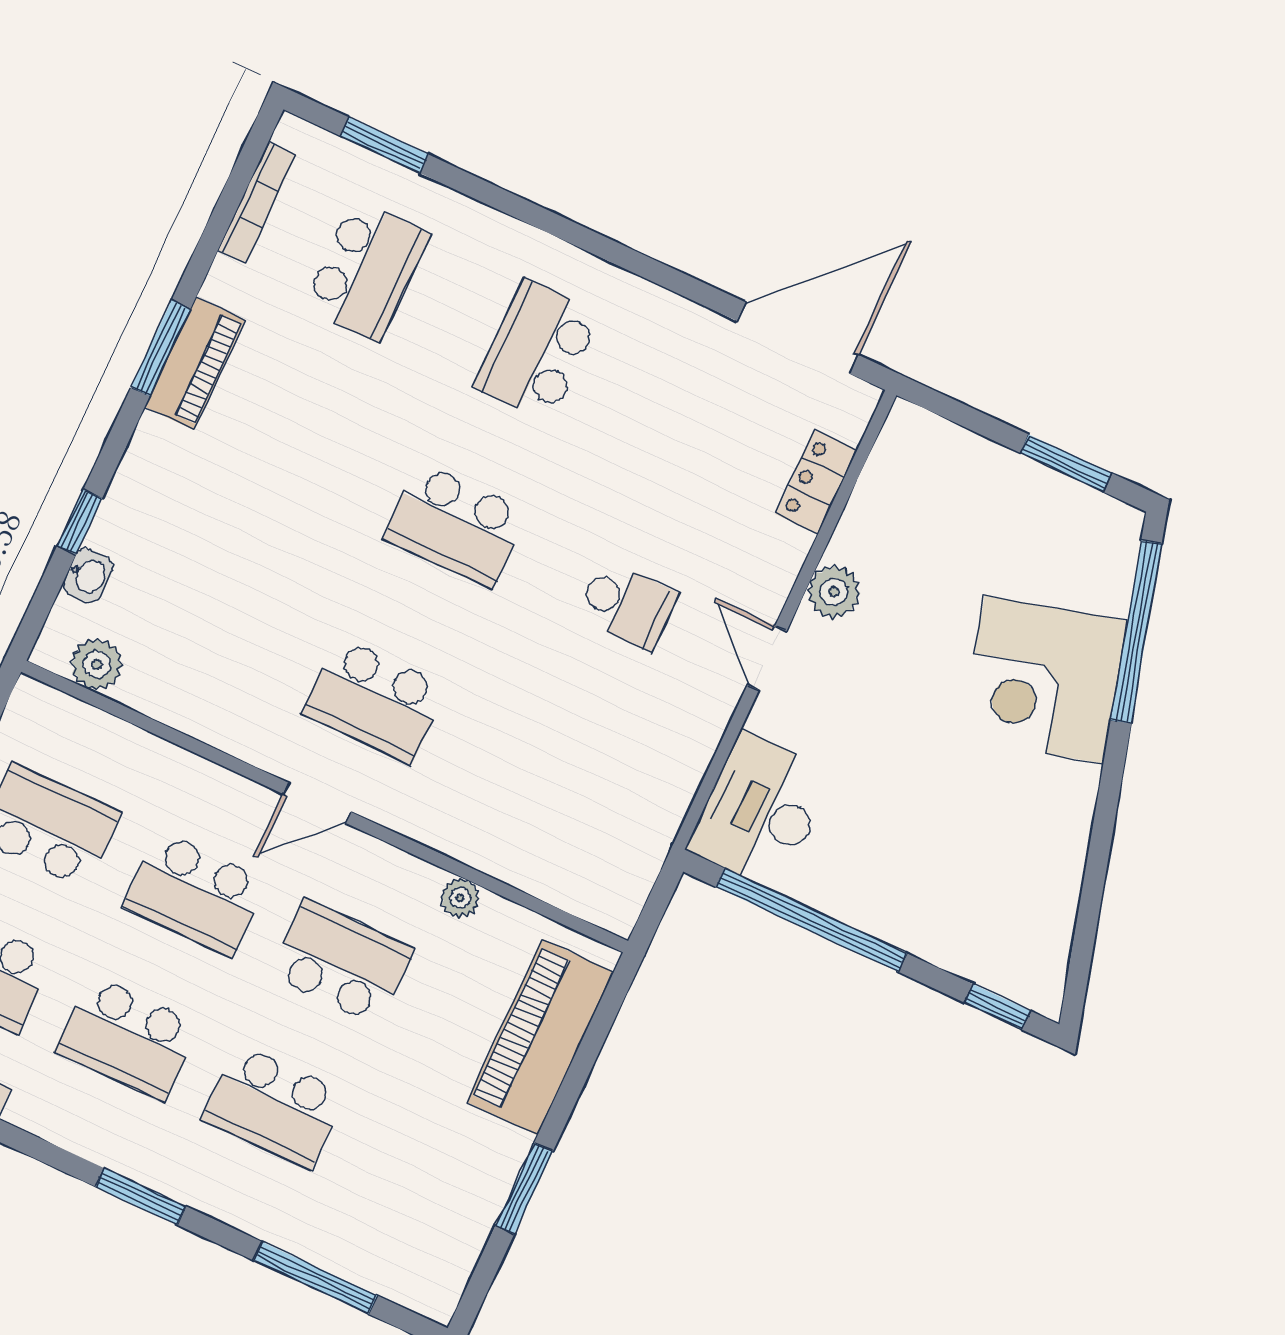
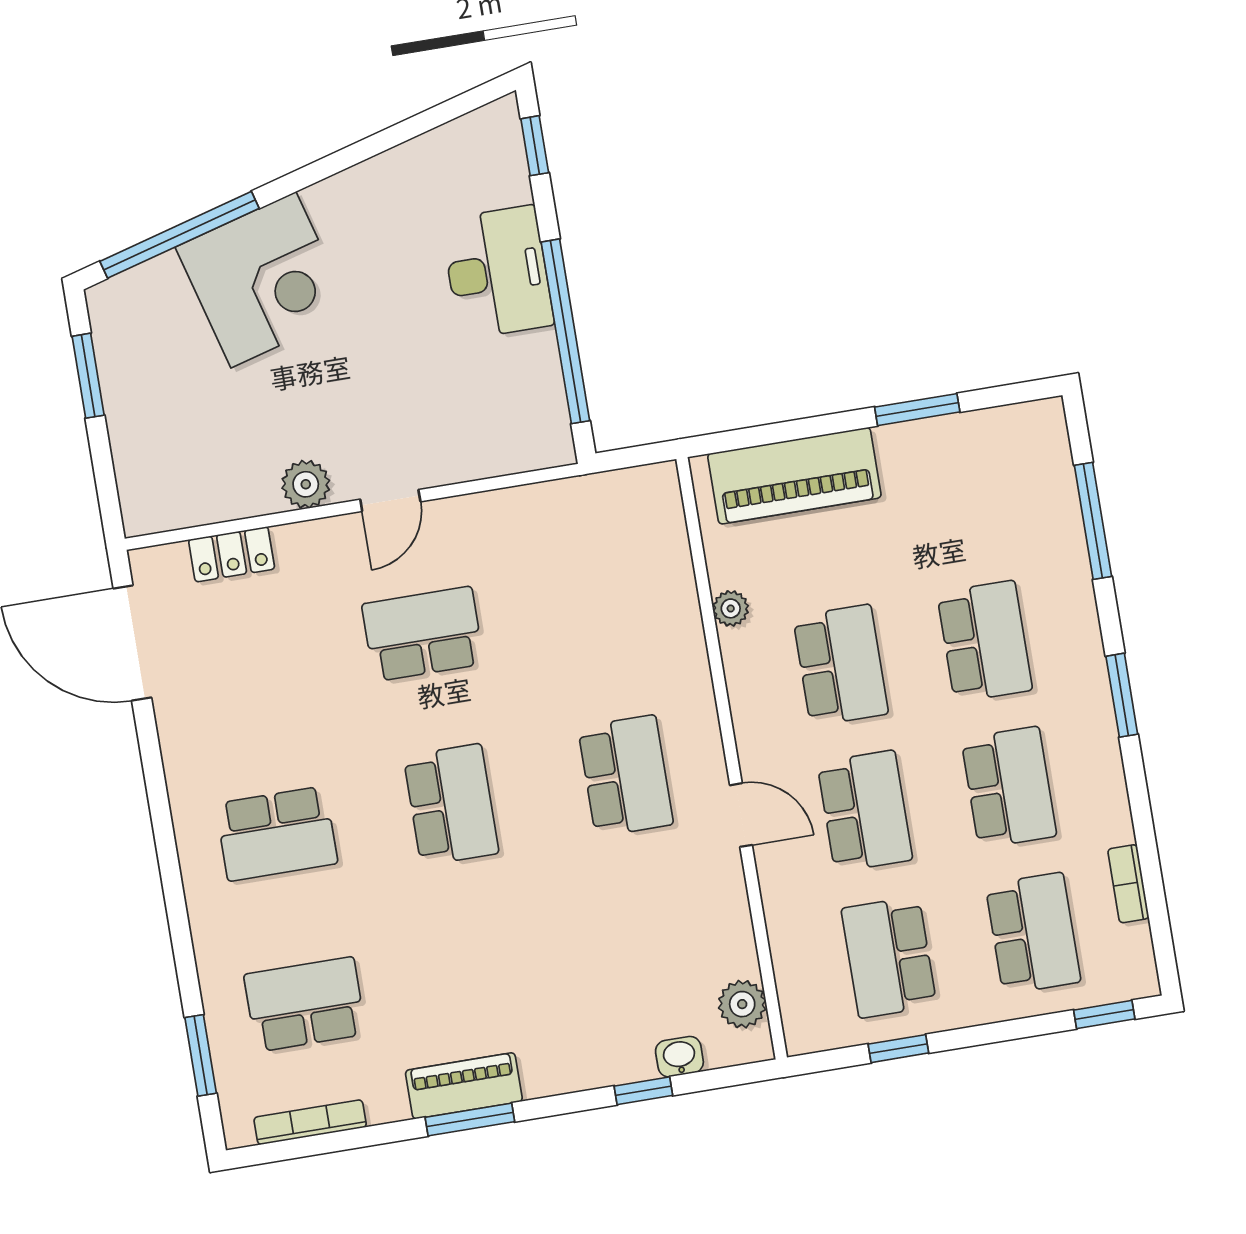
school desk: (627, 605) -> (423, 634), width x1.85
door: (317, 803) -> (741, 815), moved
desk: (760, 811) -> (497, 272), moved, turned -90
school desk: (341, 962) -> (841, 665), turned 180

